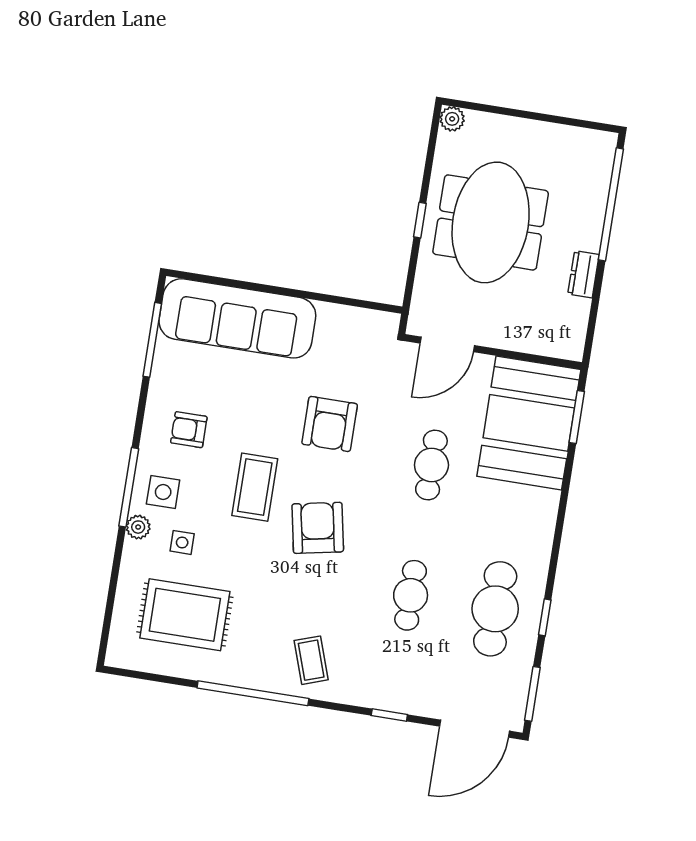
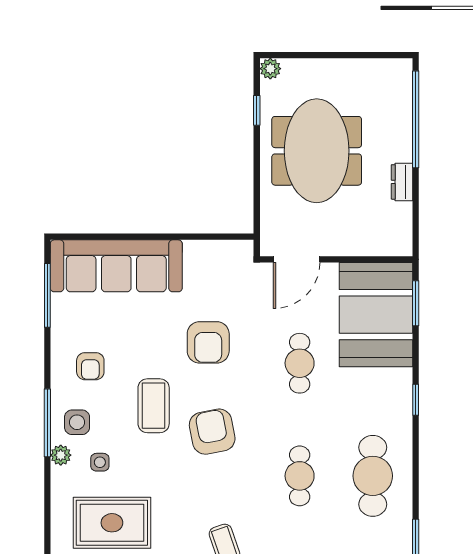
window: (420, 220) -> (257, 110), moved
armchair: (189, 430) -> (90, 366), turned -90
window: (545, 617) -> (416, 400), moved

